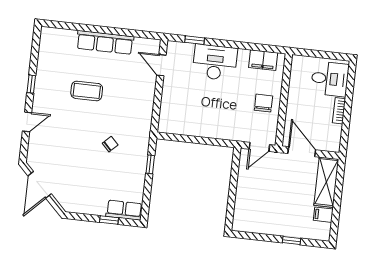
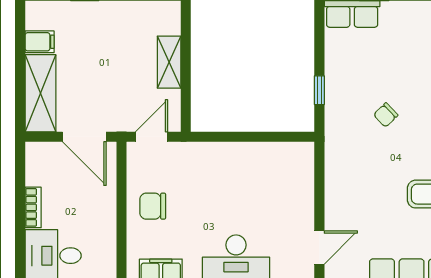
door: (161, 65) -> (319, 247), hinge flipped
chair: (263, 103) -> (153, 206), turned 90
shelving: (243, 193) -> (169, 62), added

